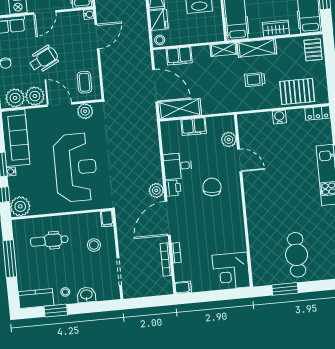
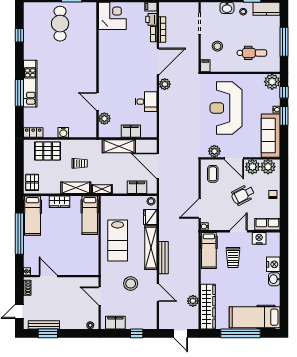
shelving: (180, 109) -> (119, 146), moved
chair: (212, 187) -> (121, 83), removed
printer: (173, 188) -> (151, 19), moved

